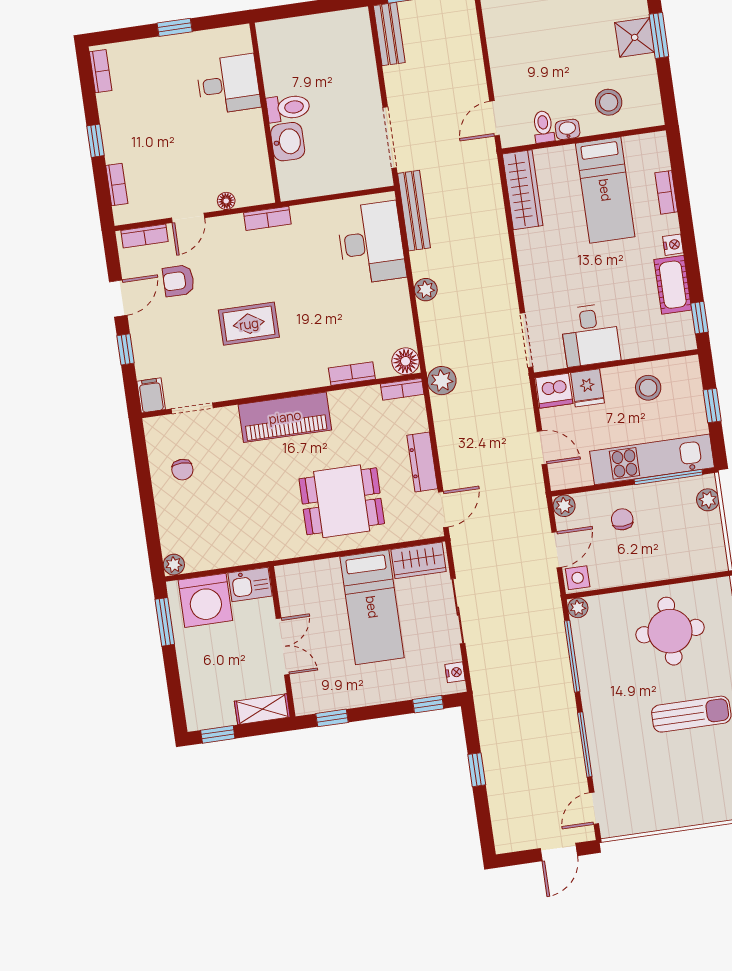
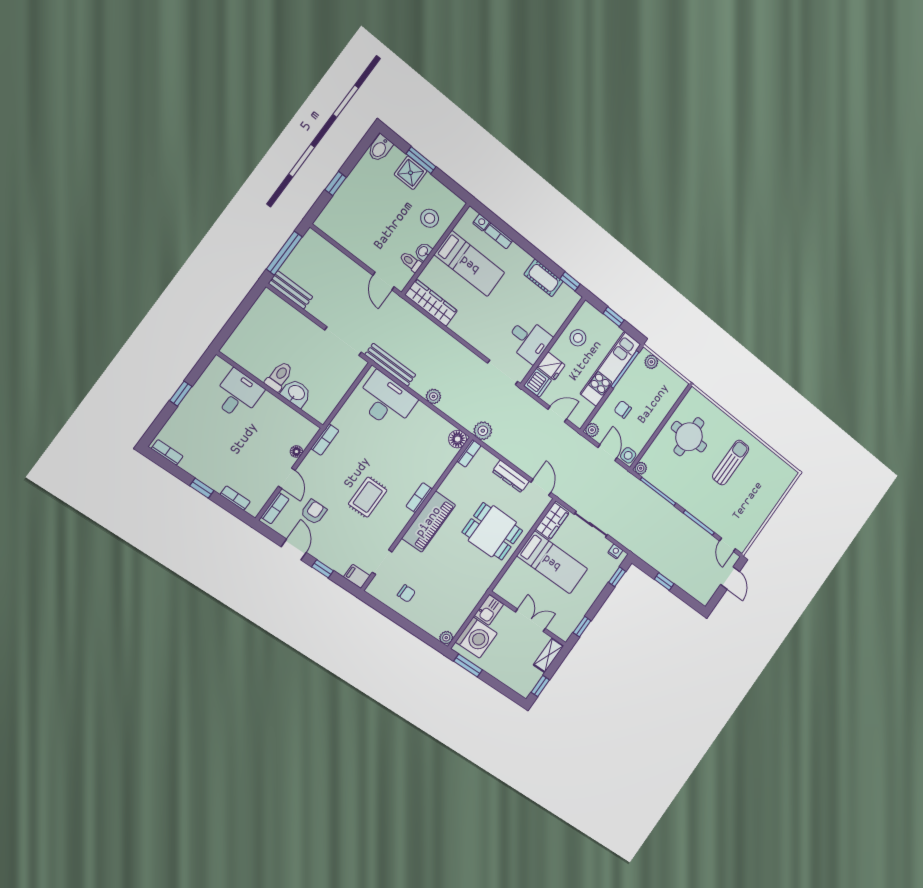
nightstand: (673, 245) -> (481, 223), moved
armchair: (178, 281) -> (314, 512), turned 180
bookcase: (352, 374) -> (419, 498), moved
dining table: (342, 501) -> (492, 531), turned 90

